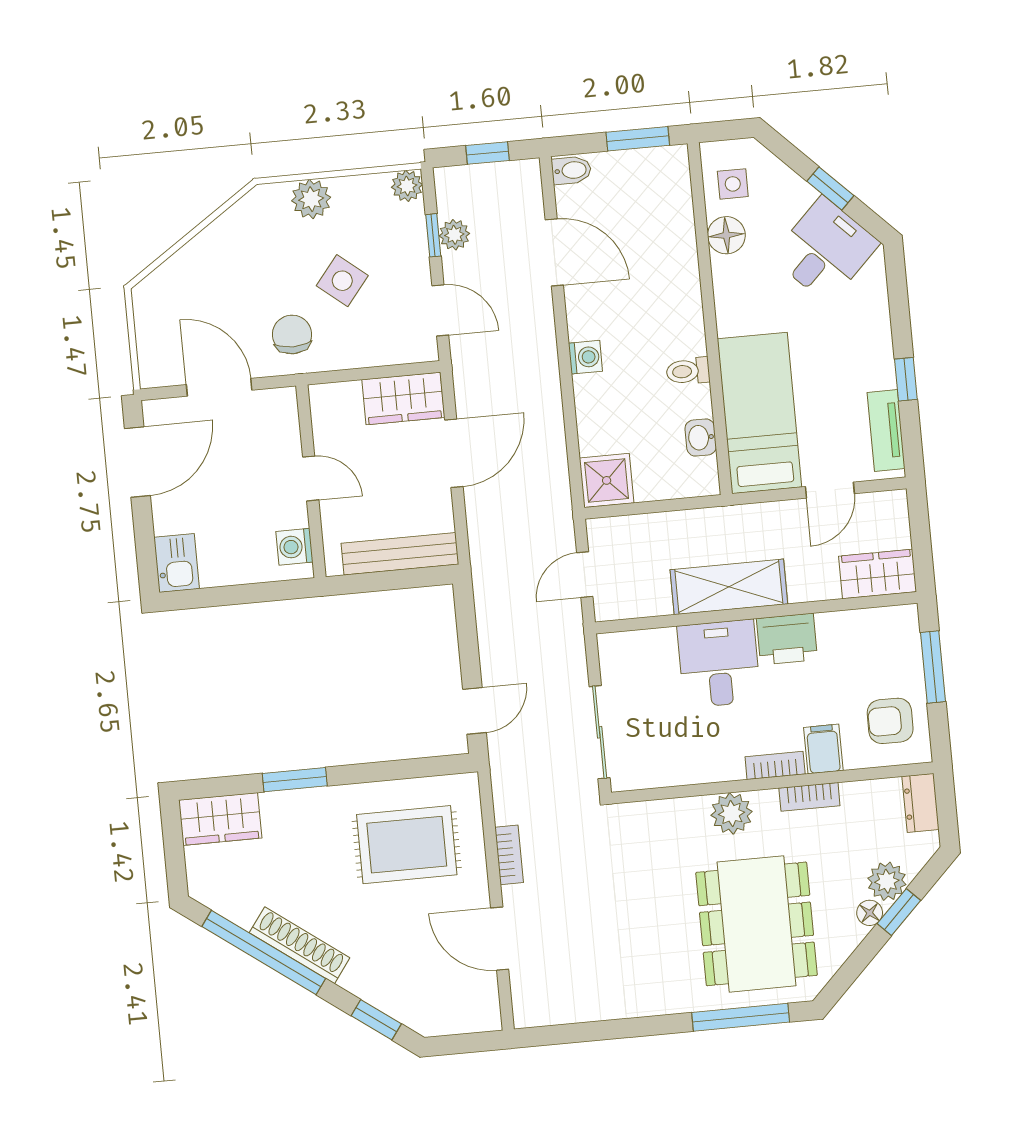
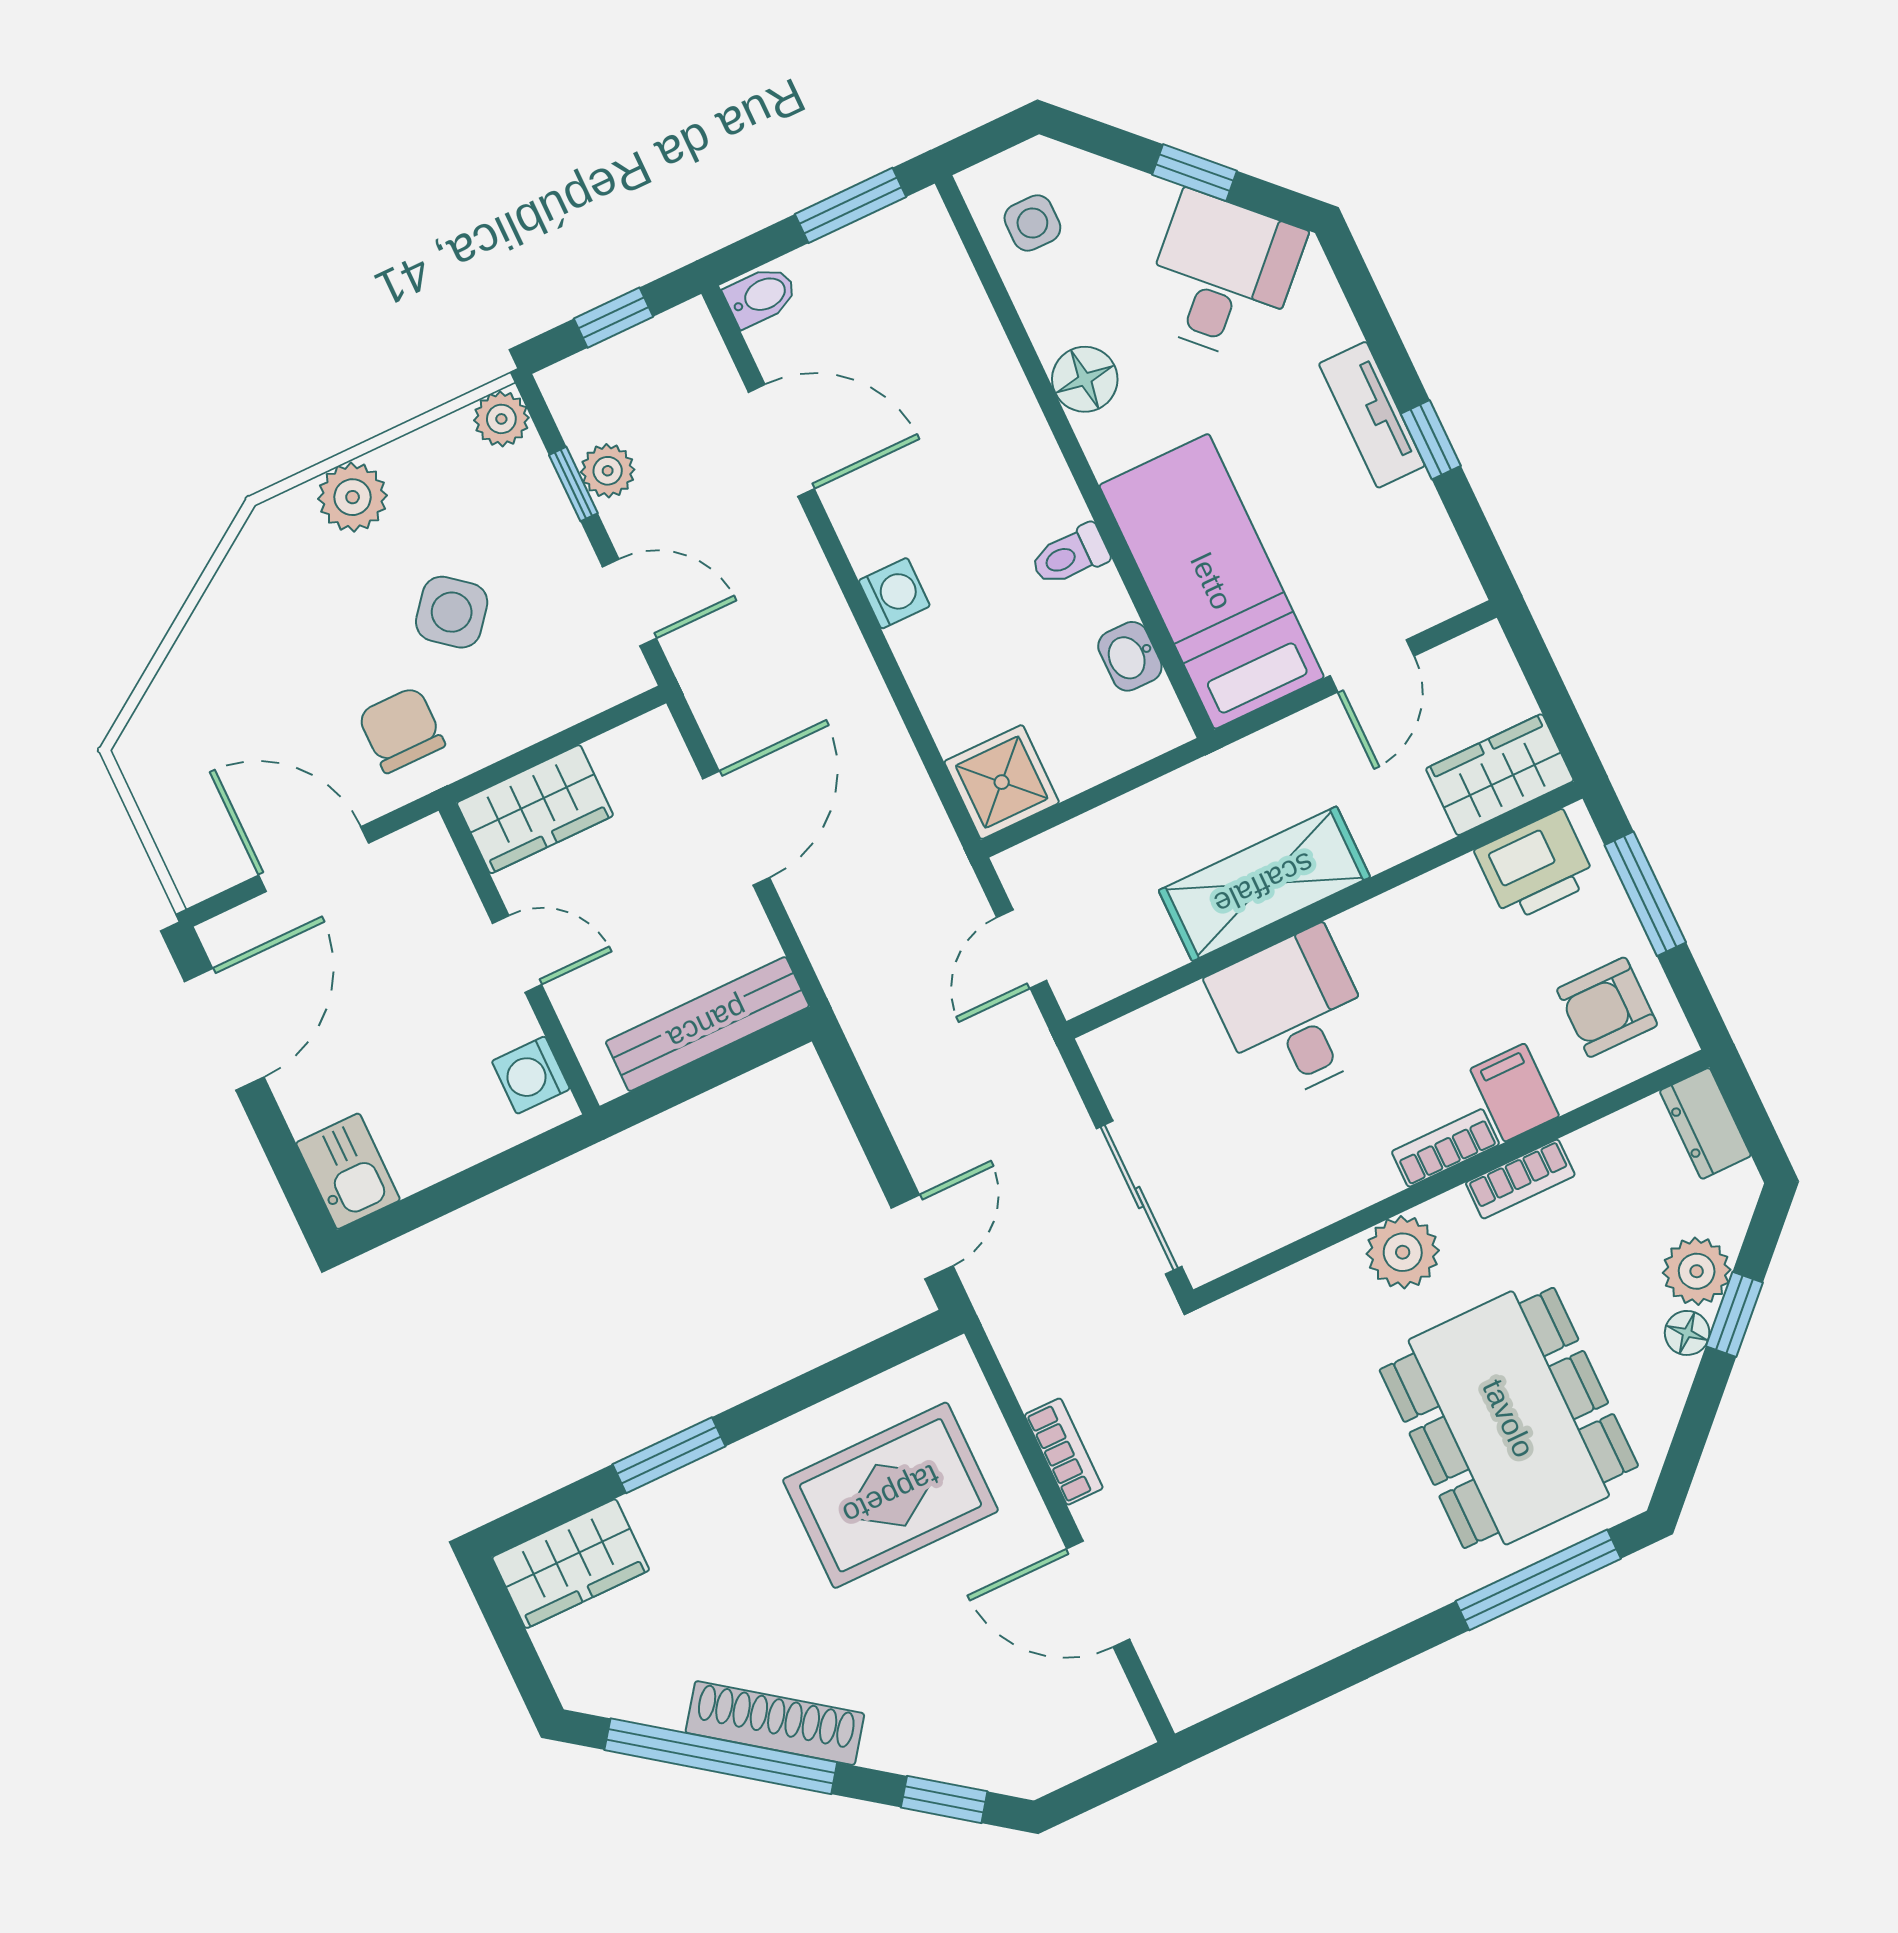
floor lamp: (726, 235) -> (1085, 379), moved
wardrobe: (403, 399) -> (535, 809), moved
tv unit: (886, 431) -> (1372, 415), moved
printer: (787, 639) -> (1535, 866), moved

